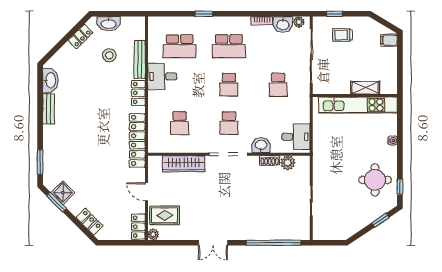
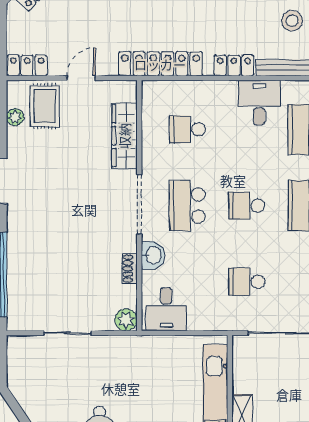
school desk: (229, 123) -> (187, 206), width x1.85
plant: (288, 163) -> (126, 320), moved
plant: (153, 234) -> (15, 117), moved

